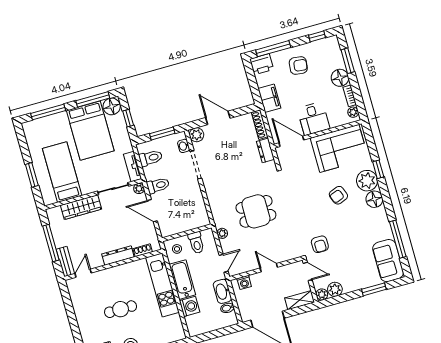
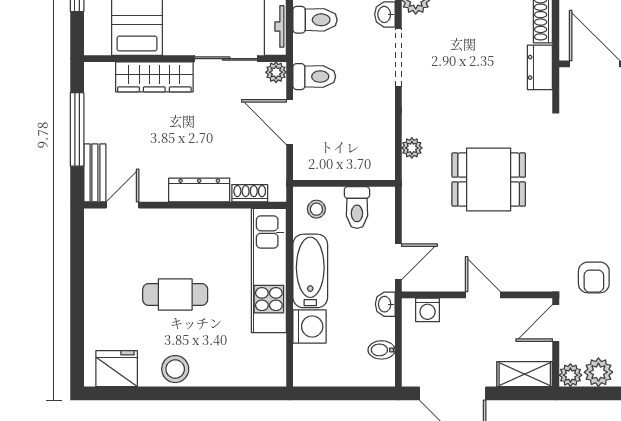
plant: (222, 233) -> (412, 148), moved
door: (308, 271) -> (556, 323), swing flipped
washbasin: (222, 291) -> (385, 304), width x0.52, depth x0.69

